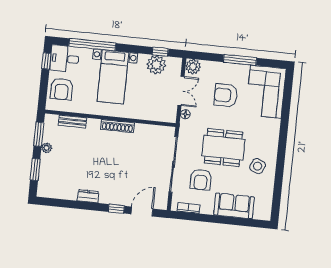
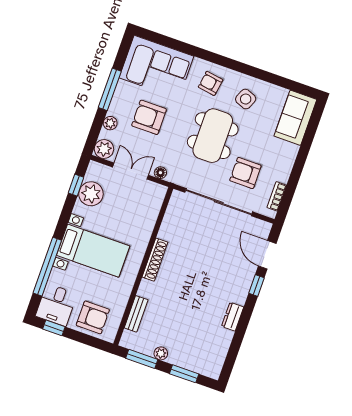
plant: (214, 66) -> (110, 123), added
armchair: (226, 95) -> (149, 117), turned 90
armchair: (263, 136) -> (211, 83), added
armchair: (201, 180) -> (245, 173), turned 180
sofa: (234, 206) -> (295, 118), moved

